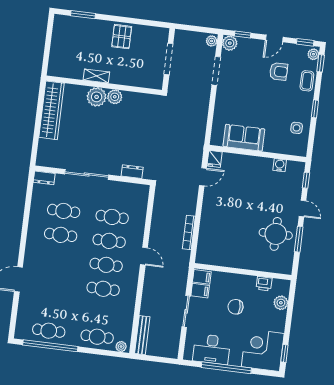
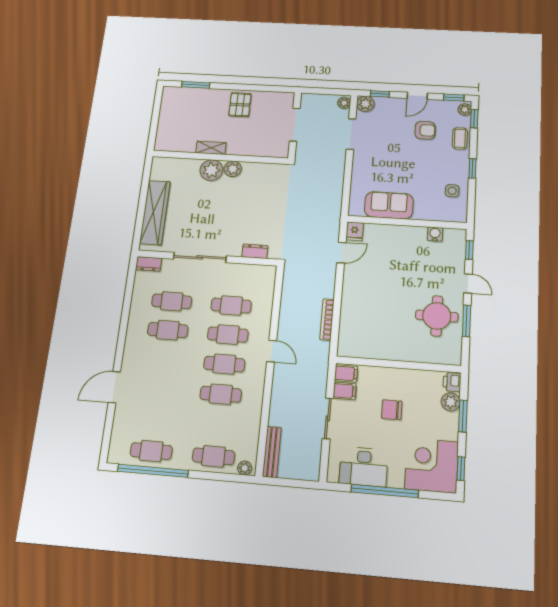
wardrobe: (51, 110) -> (155, 212), moved
printer: (264, 284) -> (452, 382), moved, turned 90
window: (289, 314) -> (463, 416), added

